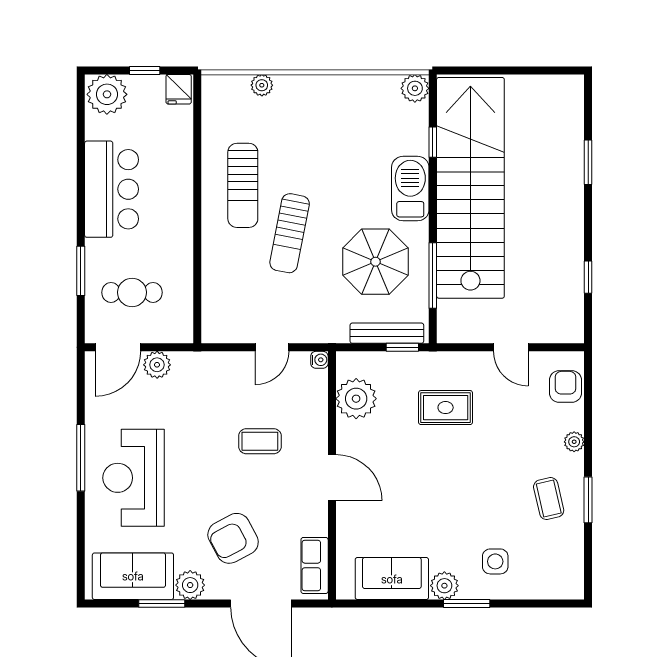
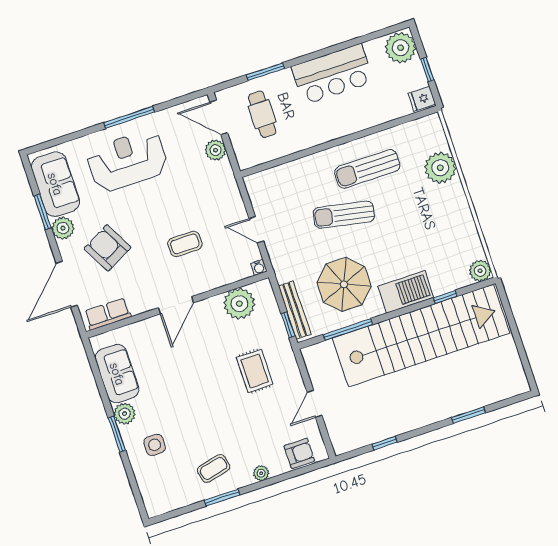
plant: (262, 85) -> (440, 168), width x1.88, depth x1.88
coffee table: (260, 441) -> (185, 244), turned 90

